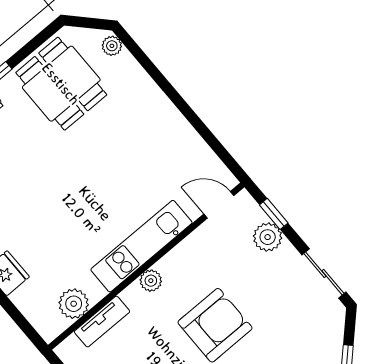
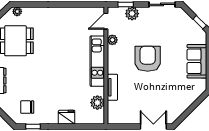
plant: (151, 281) -> (112, 40), moved
tv unit: (102, 322) -> (112, 87), moved

